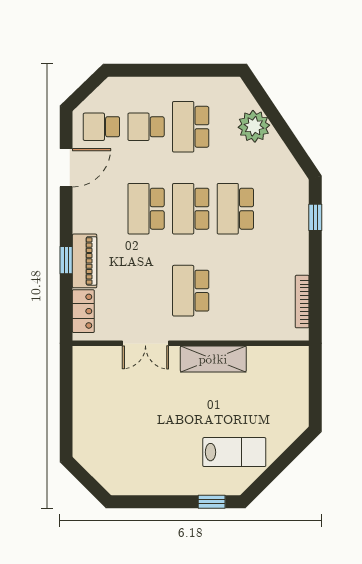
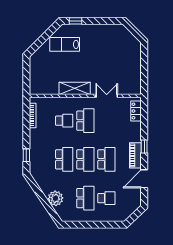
school desk: (101, 127) -> (64, 121), moved
window: (66, 260) -> (144, 147), moved
piano: (85, 261) -> (135, 155), moved

